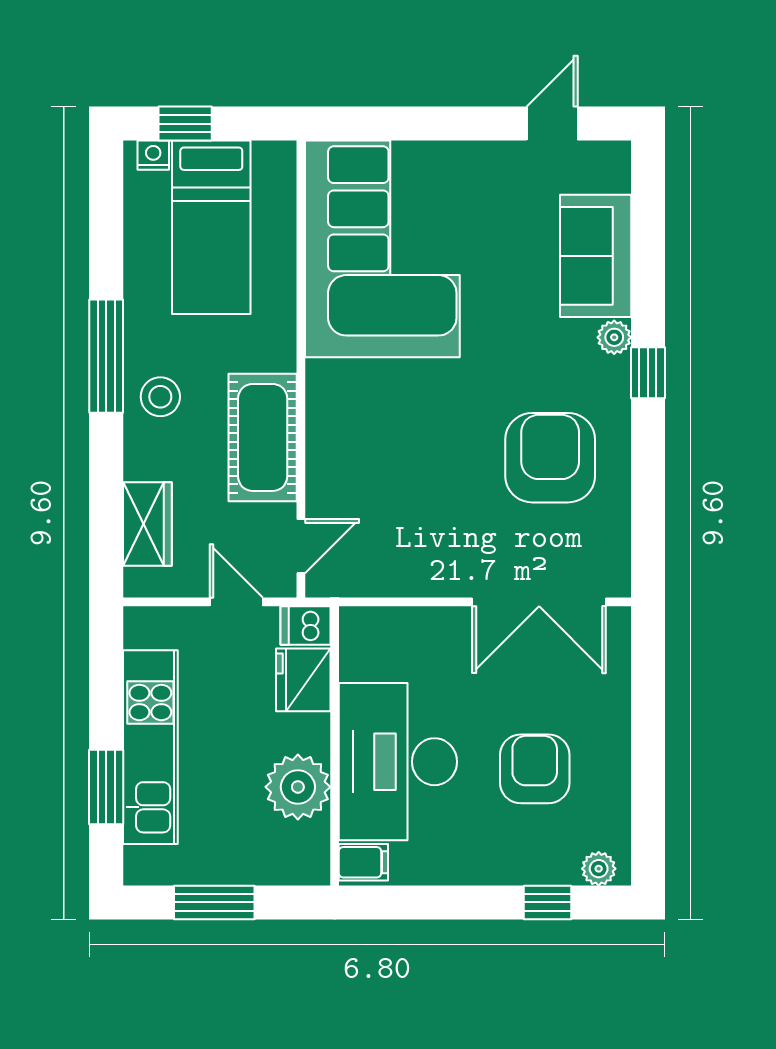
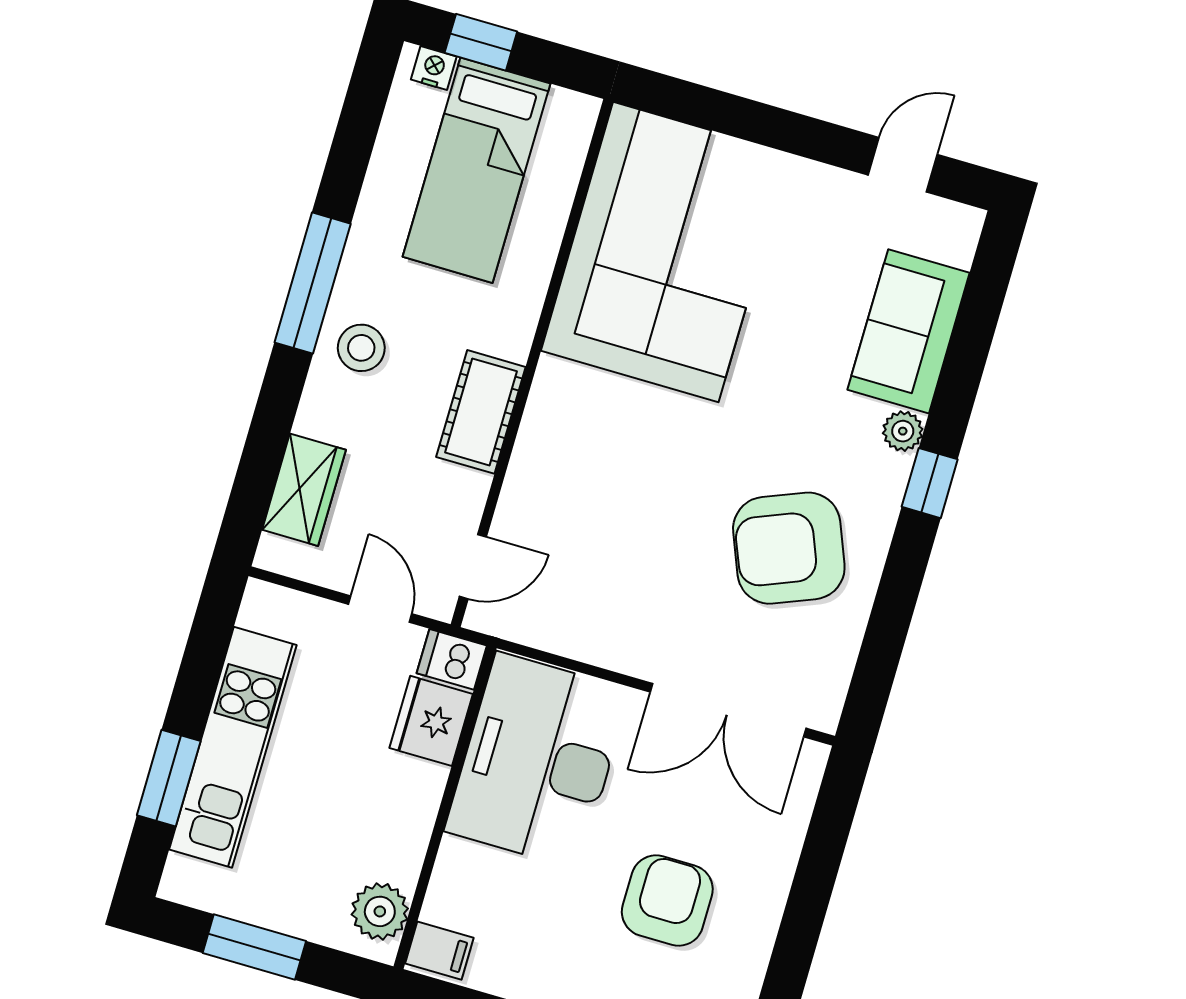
cot: (263, 437) -> (481, 412), width x0.73, depth x0.75
armchair: (550, 458) -> (789, 548), turned -112
desk: (398, 762) -> (537, 760), moved
plant: (298, 787) -> (380, 911), moved, width x0.73, depth x0.73

